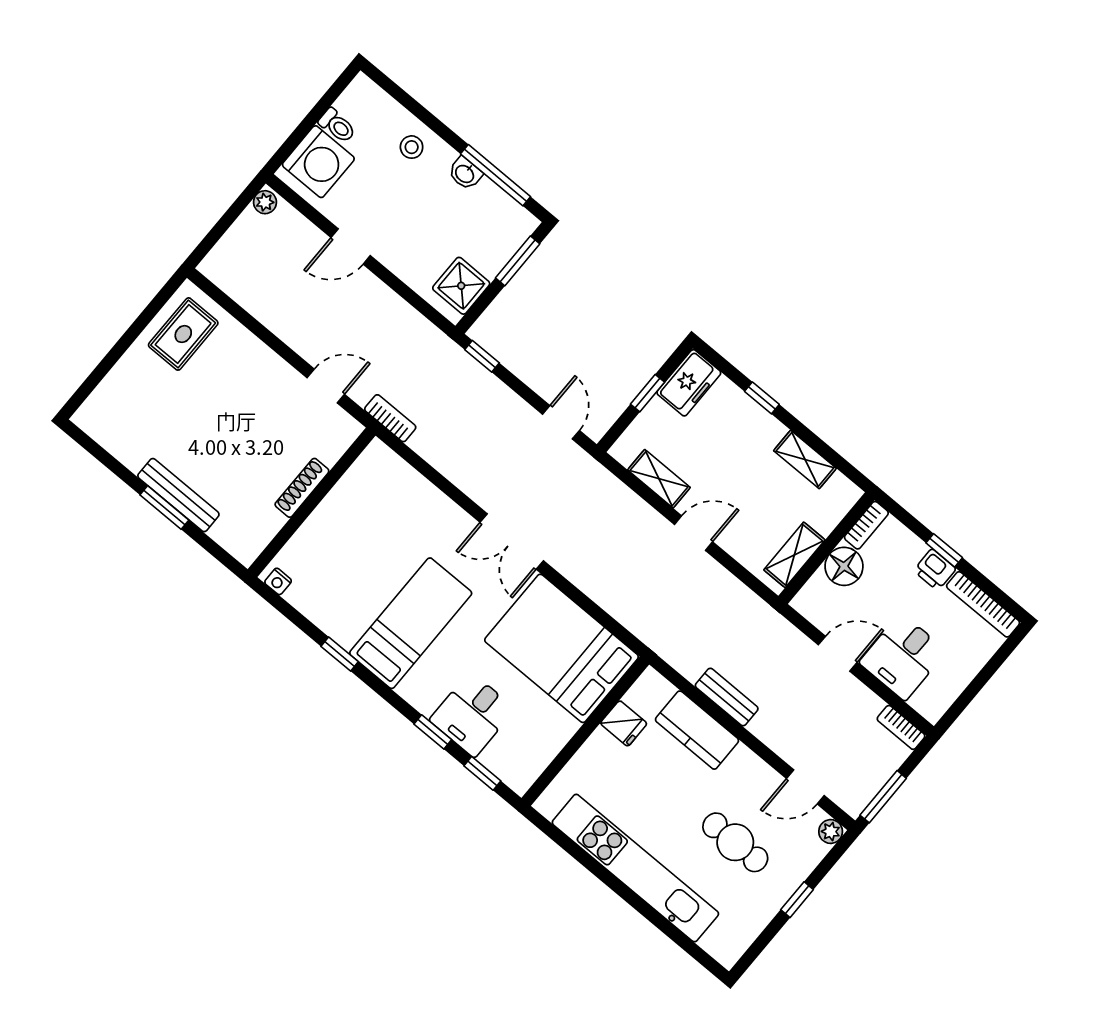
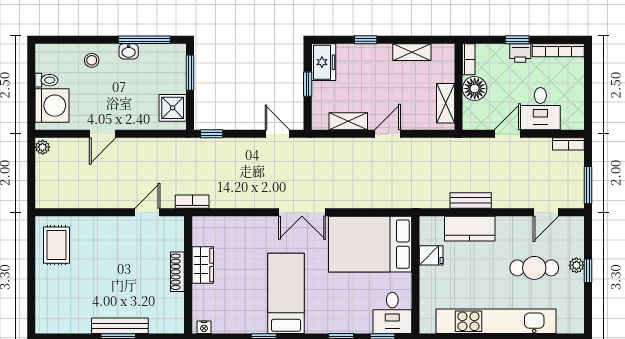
wardrobe: (339, 505) -> (203, 265), added
desk: (472, 714) -> (392, 313), moved
plant: (831, 831) -> (576, 265), moved

